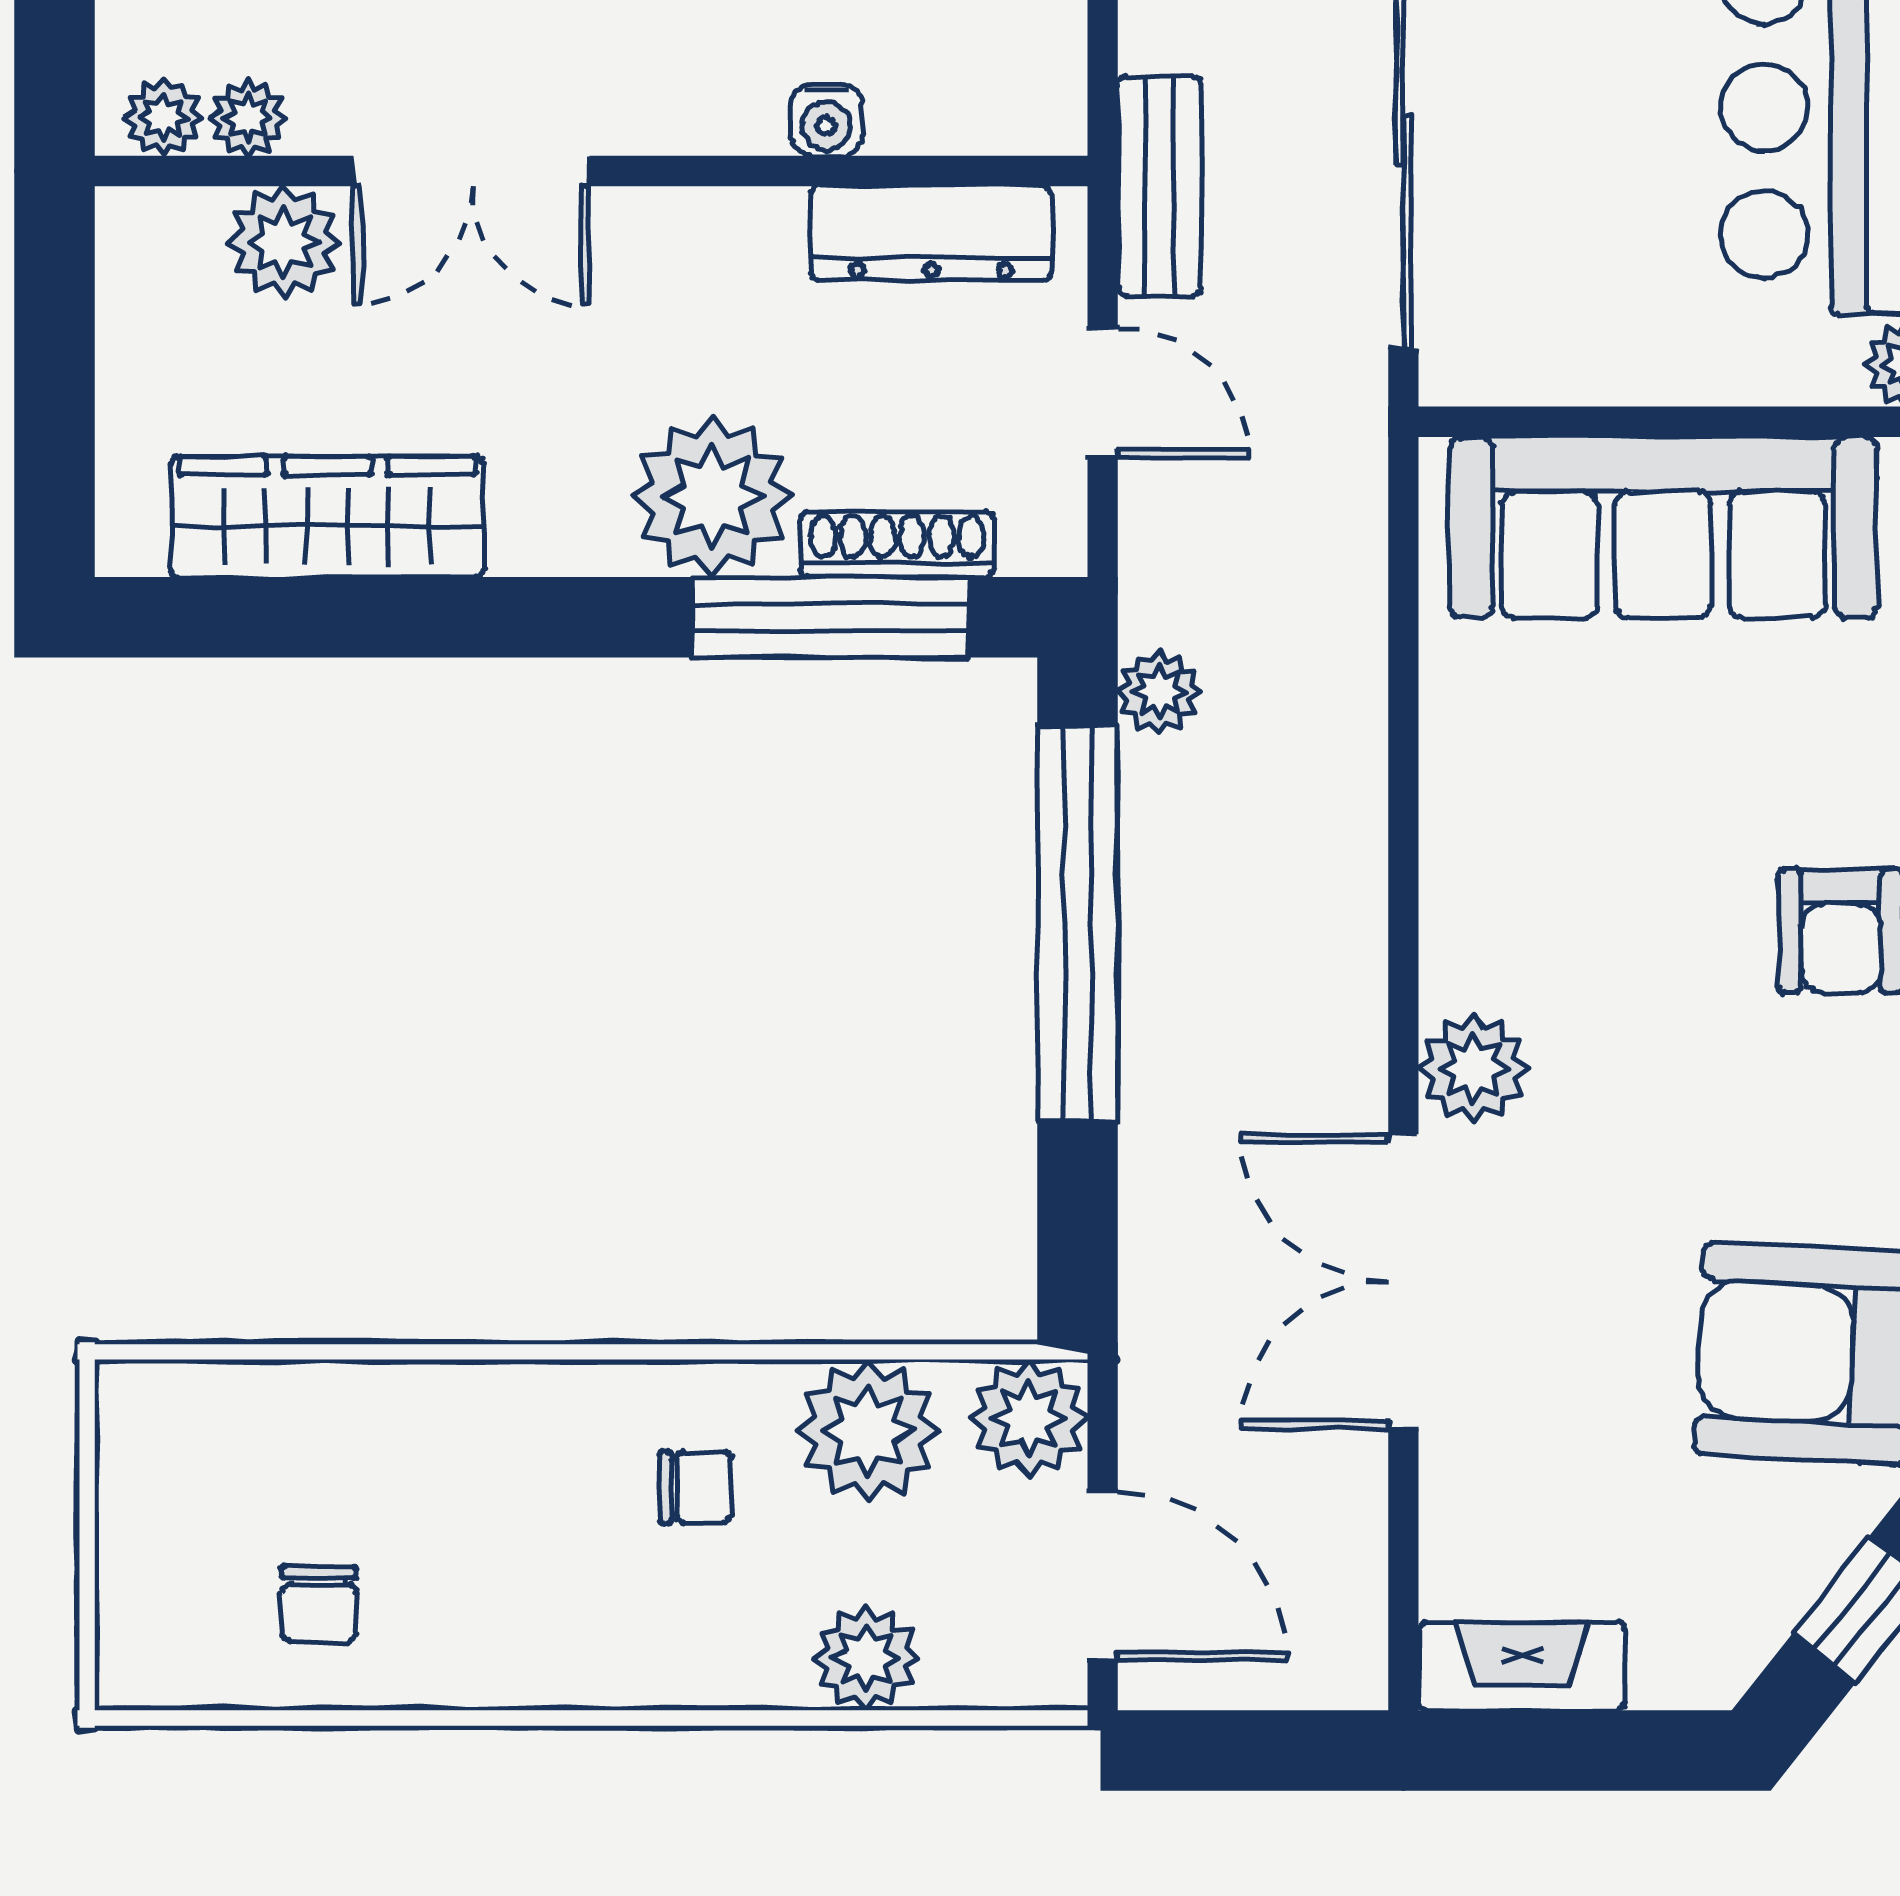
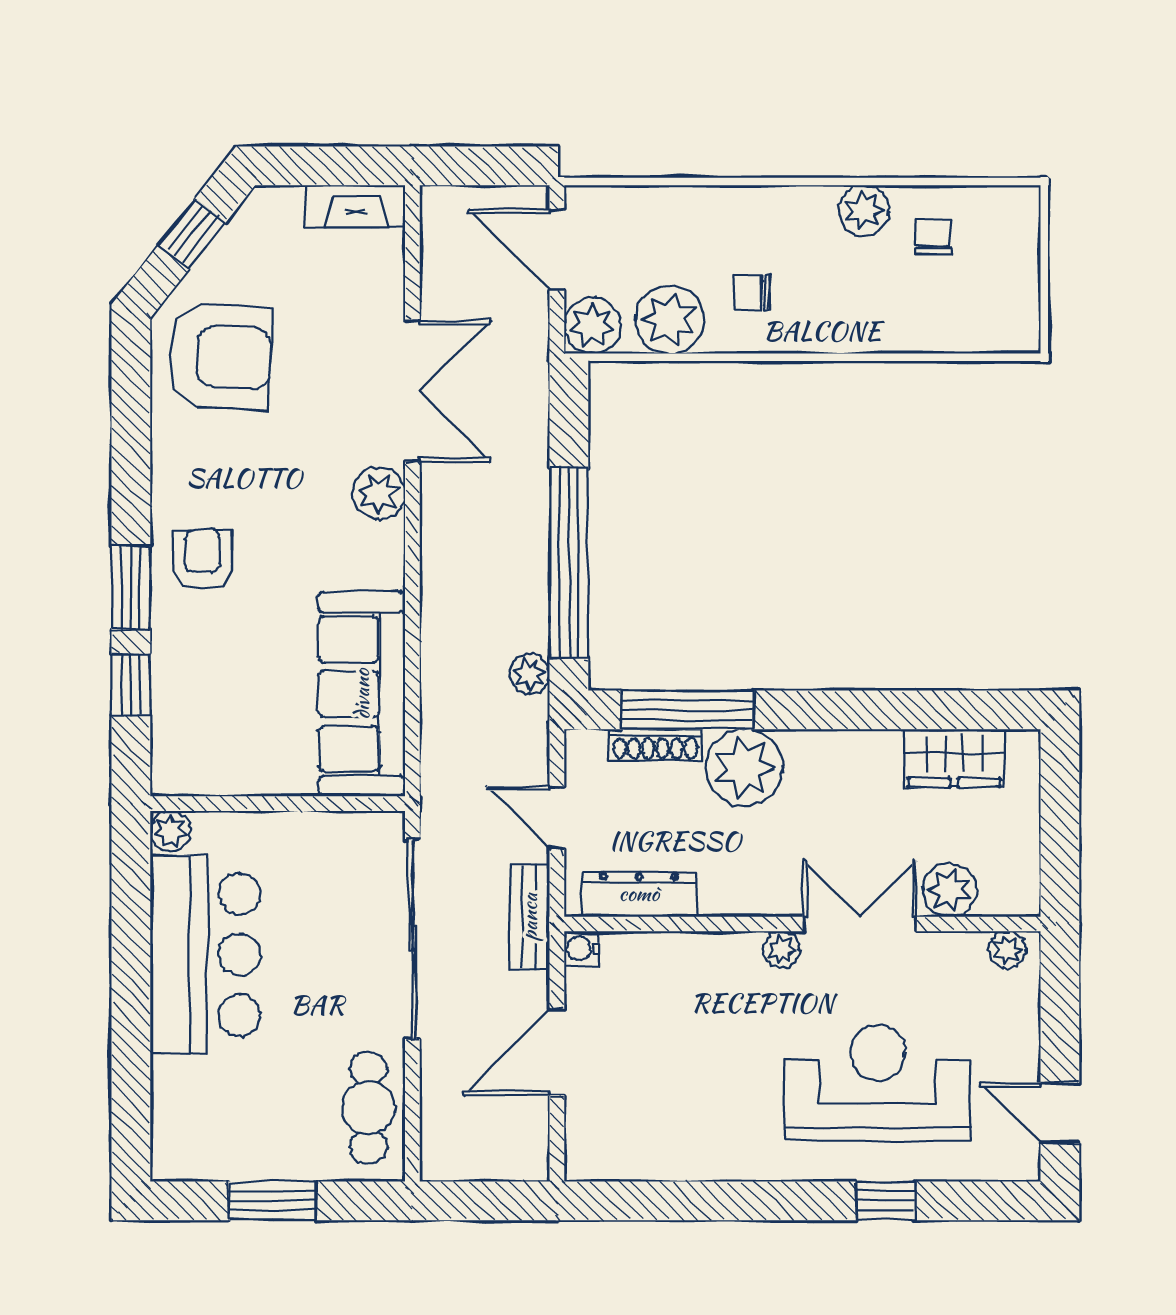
plant: (248, 118) -> (781, 949), moved
water cooler: (826, 120) -> (581, 948), moved, turned -90
wardrobe: (327, 517) -> (954, 758), width x0.67
sofa: (1663, 527) -> (362, 694), moved, turned -90
plant: (866, 1658) -> (864, 210), moved

